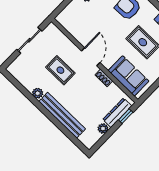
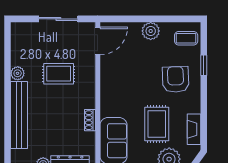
door: (91, 57) -> (98, 41), moved
rug: (60, 70) -> (59, 74), turned 90

